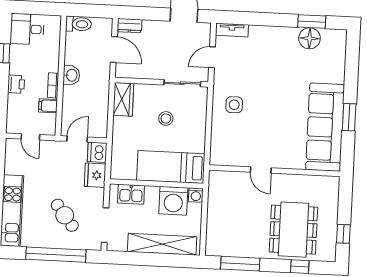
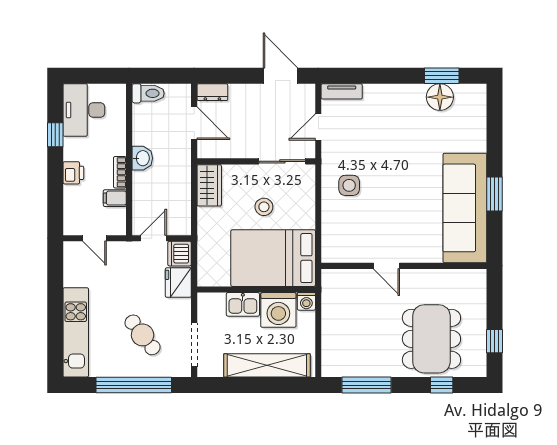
desk: (27, 29) -> (84, 110), width x1.37
bed: (171, 167) -> (273, 258), width x1.50
kitchen sink: (131, 194) -> (243, 304), moved

